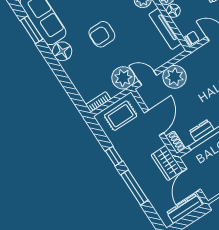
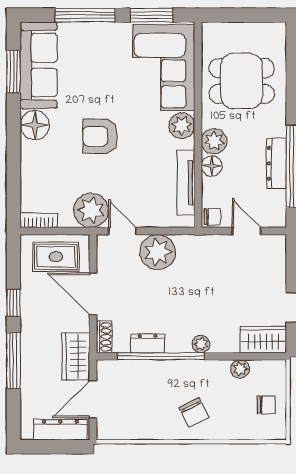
door: (154, 123) -> (93, 294), swing flipped

